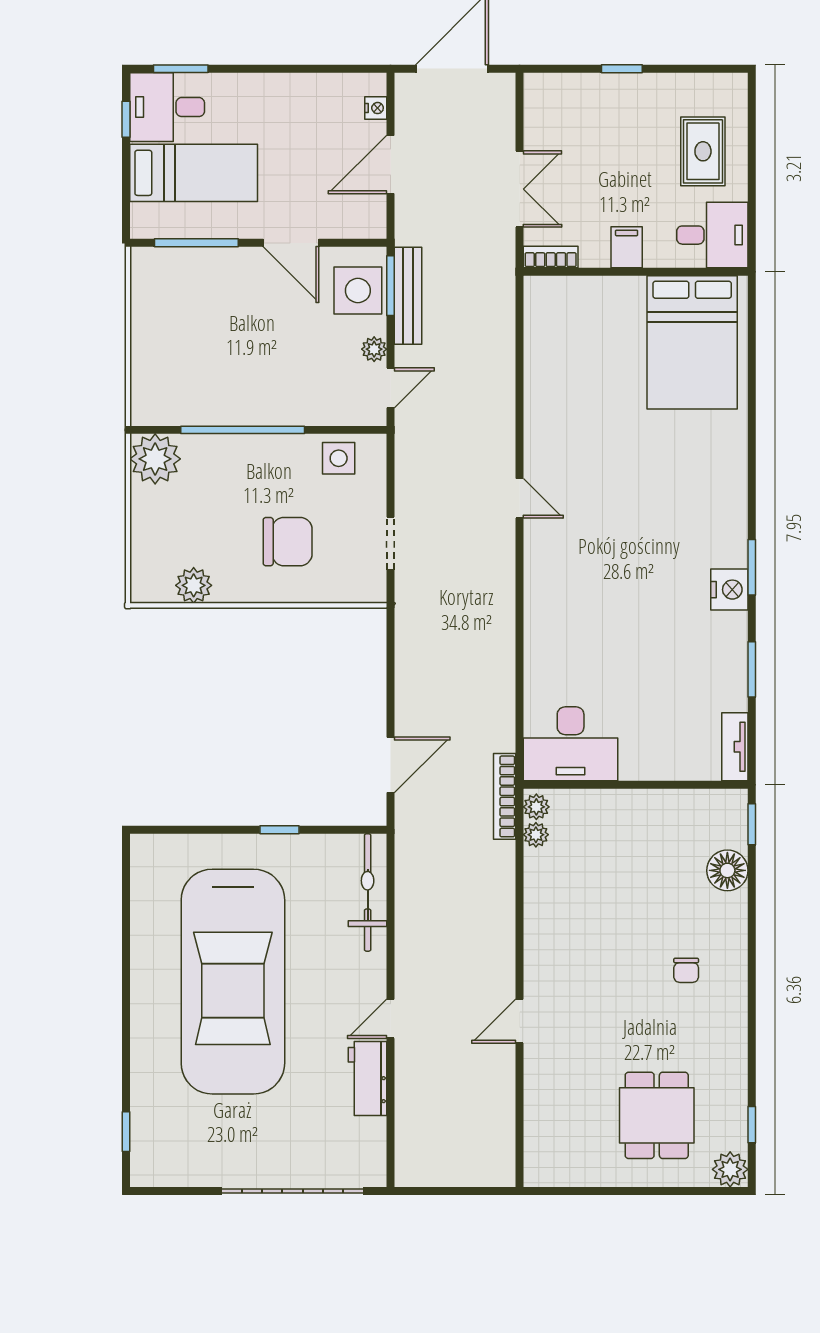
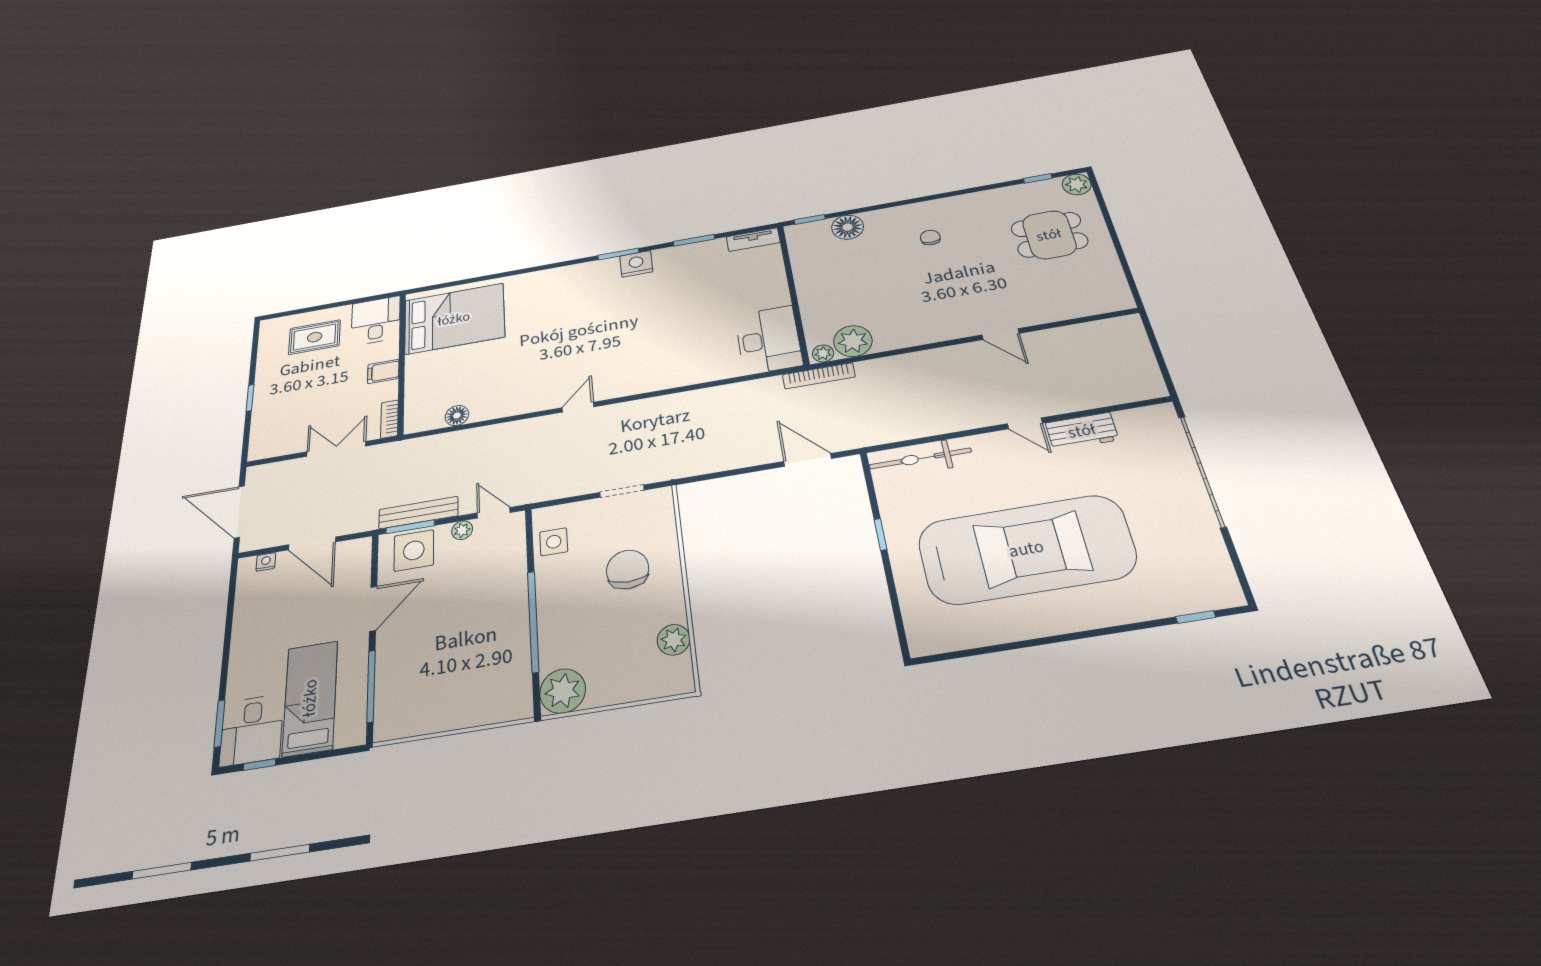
floor lamp: (538, 344) -> (457, 415), added
plant: (536, 835) -> (853, 341), width x1.88, depth x1.88
chair: (686, 970) -> (930, 237), turned -90

